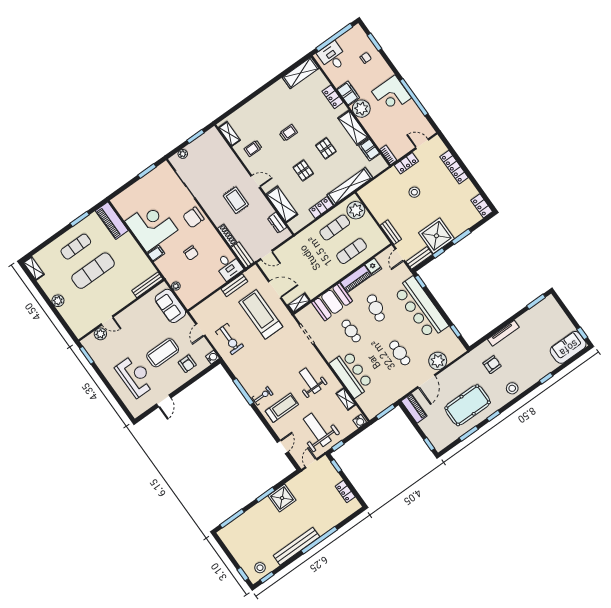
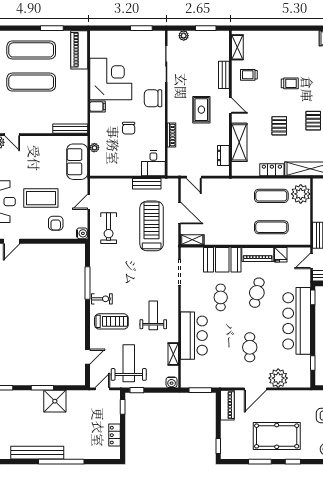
exercise mat: (76, 247) -> (31, 50), width x1.36, depth x1.45
bench: (242, 255) -> (224, 75), moved

